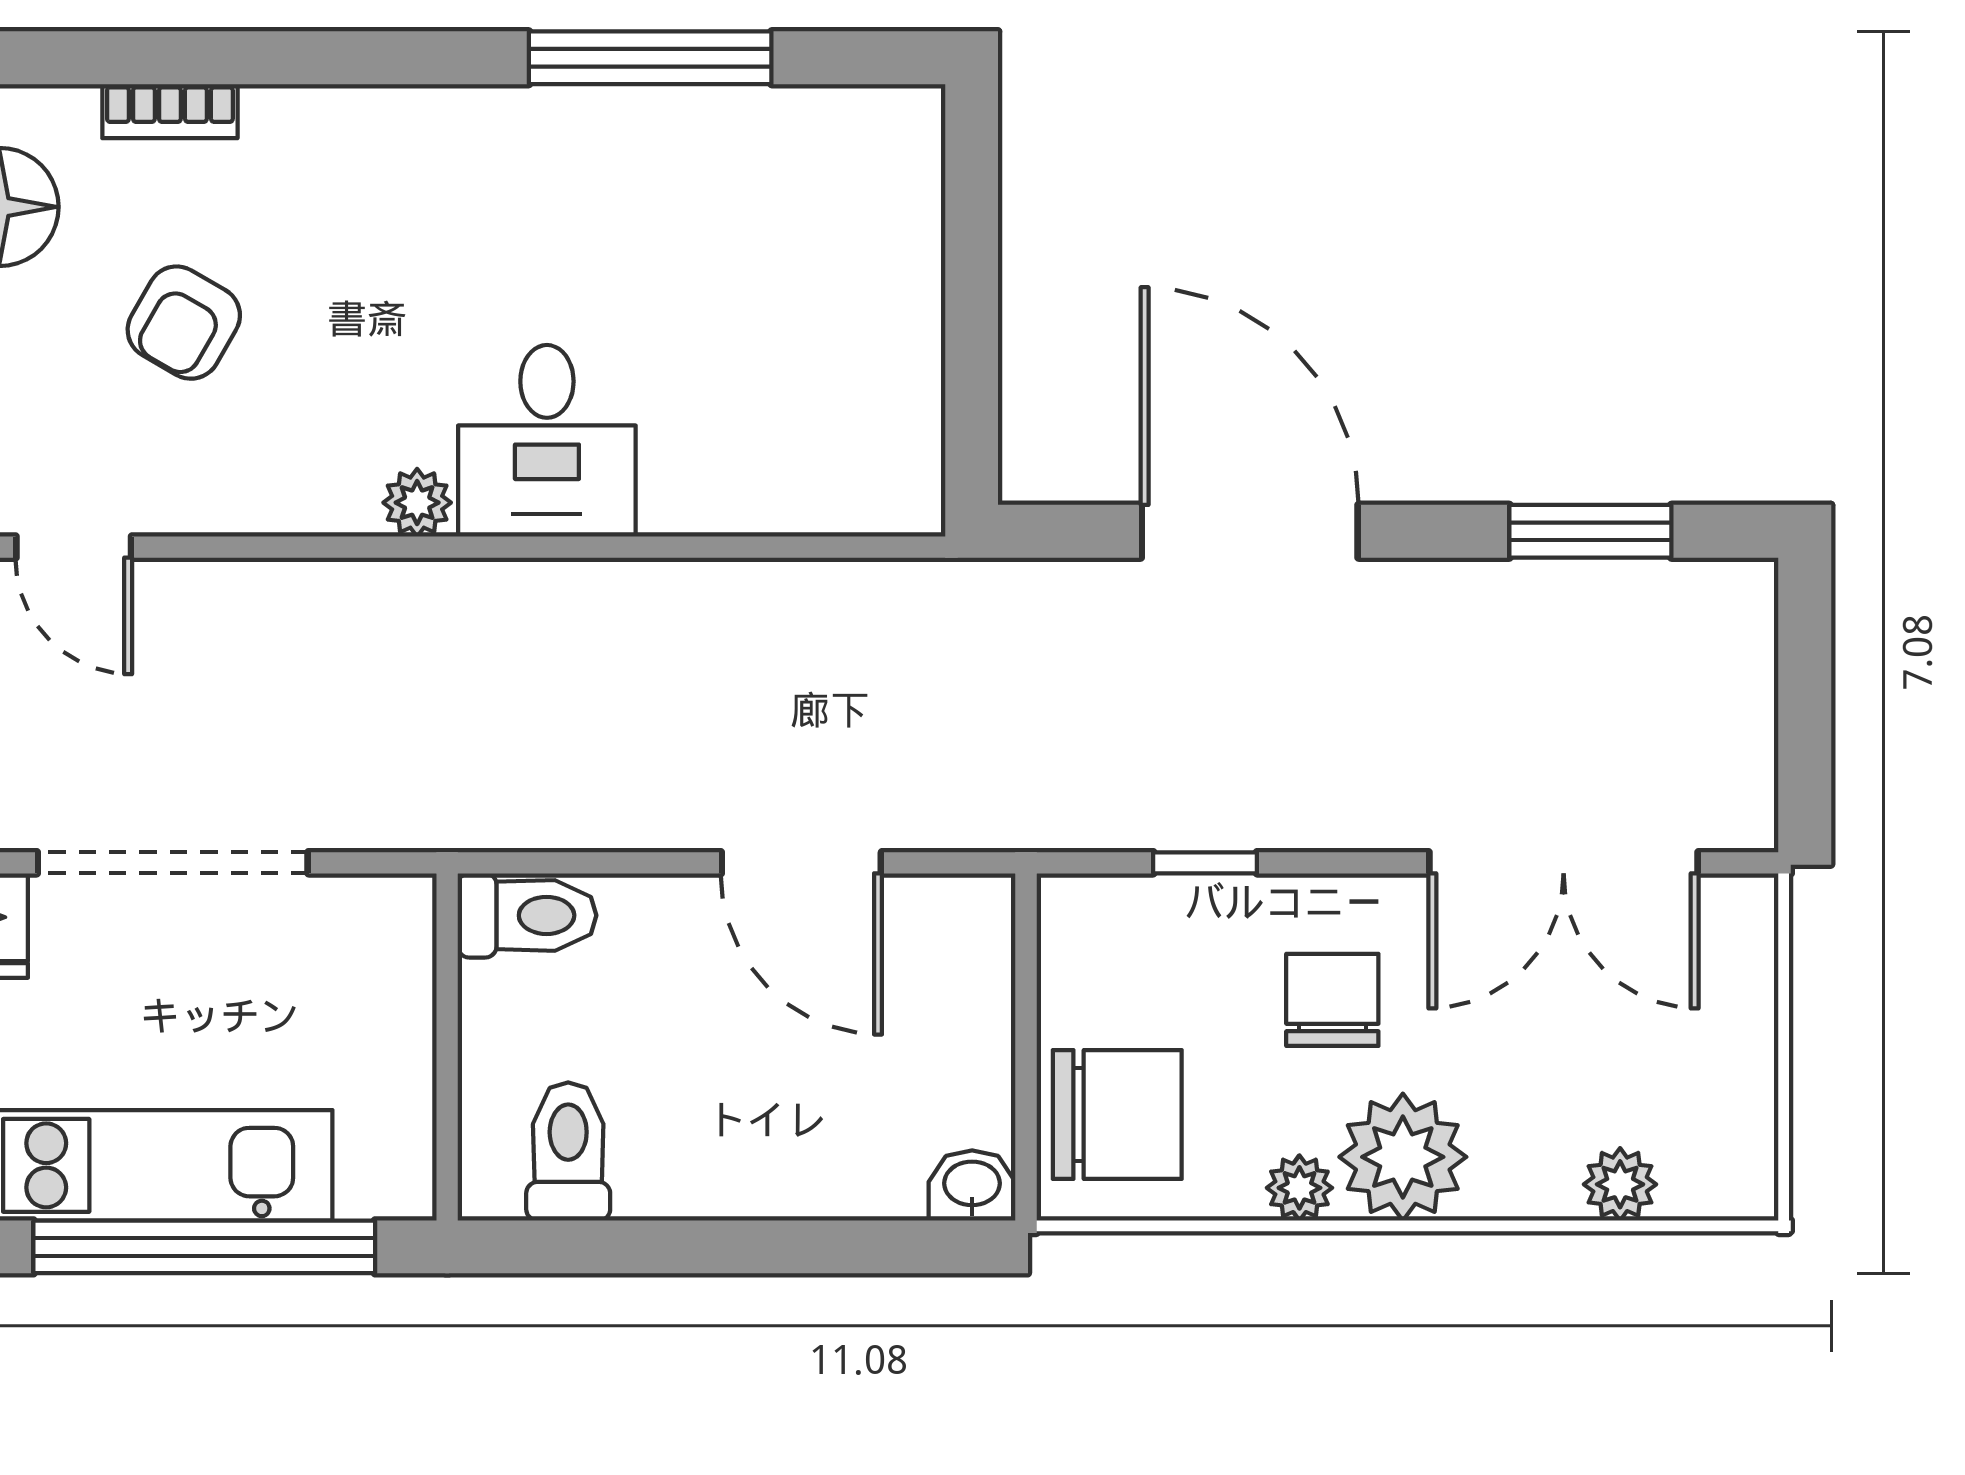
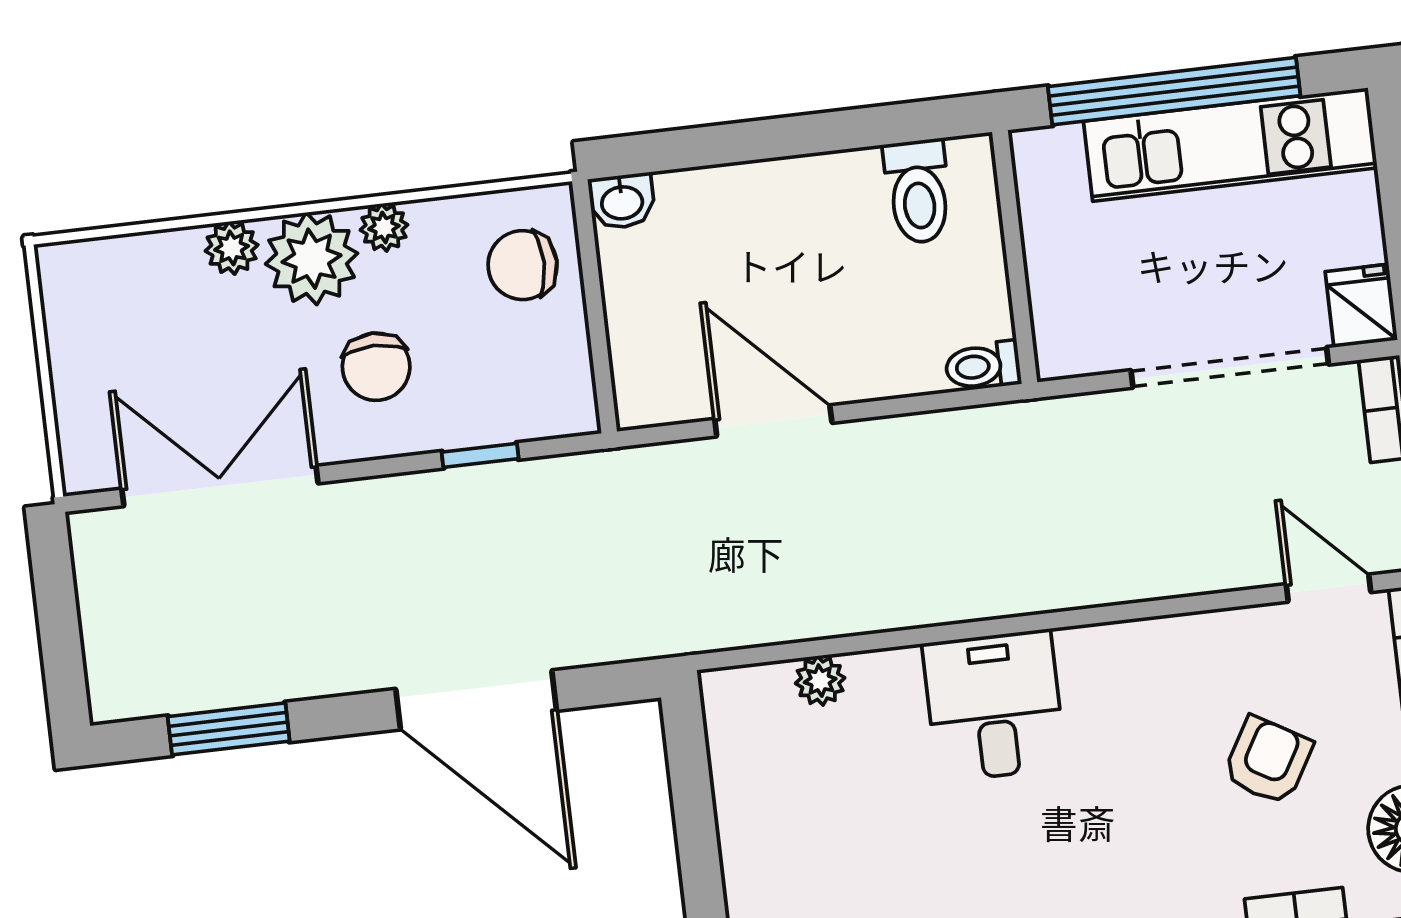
plant: (417, 503) -> (820, 681), moved
toilet: (527, 915) -> (983, 366), width x0.73, depth x0.72
chair: (1117, 1115) -> (523, 265), width x0.73, depth x0.73
plant: (1620, 1184) -> (232, 248), moved

